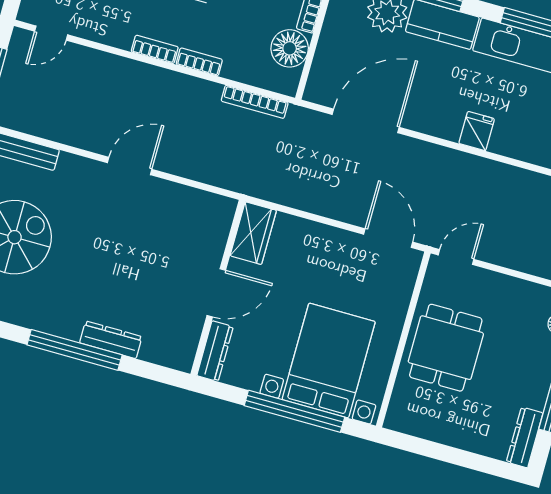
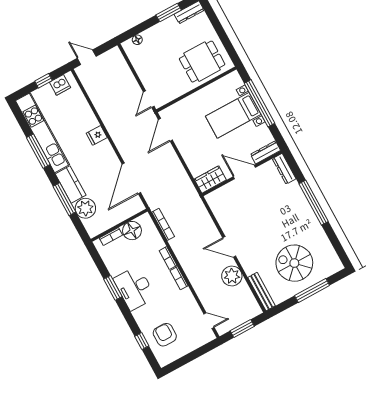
door: (366, 121) -> (131, 178), hinge flipped
plant: (84, 129) -> (232, 276), added
door: (456, 257) -> (149, 99), hinge flipped
dresser: (111, 340) -> (284, 169), moved
dining table: (446, 348) -> (202, 62), moved
bed with nightstands: (329, 361) -> (233, 115), width x0.73

